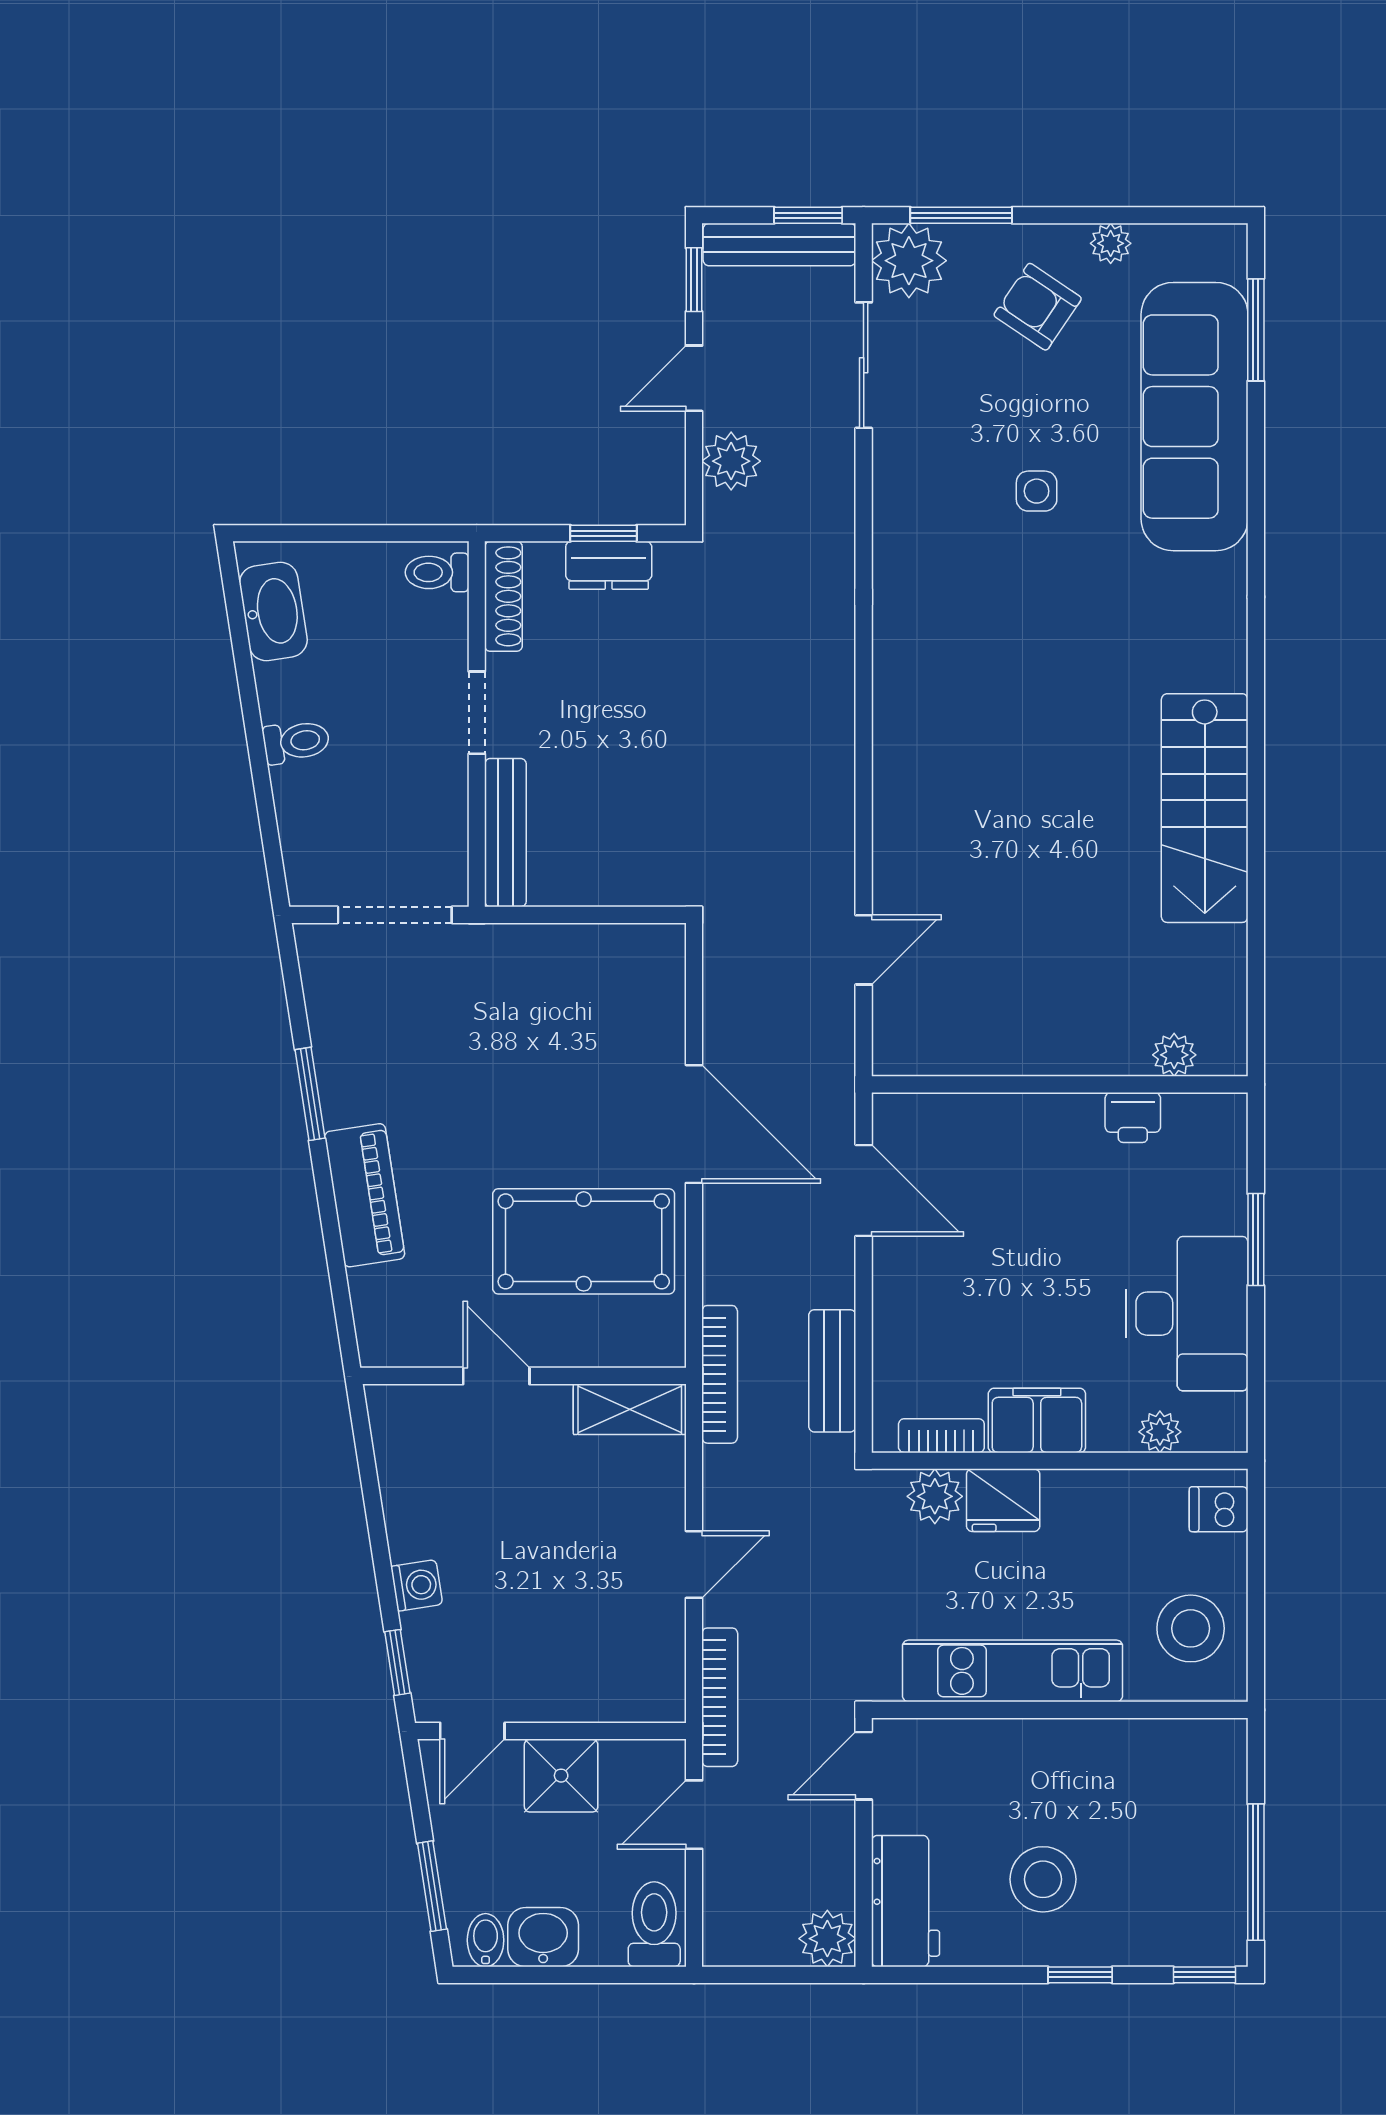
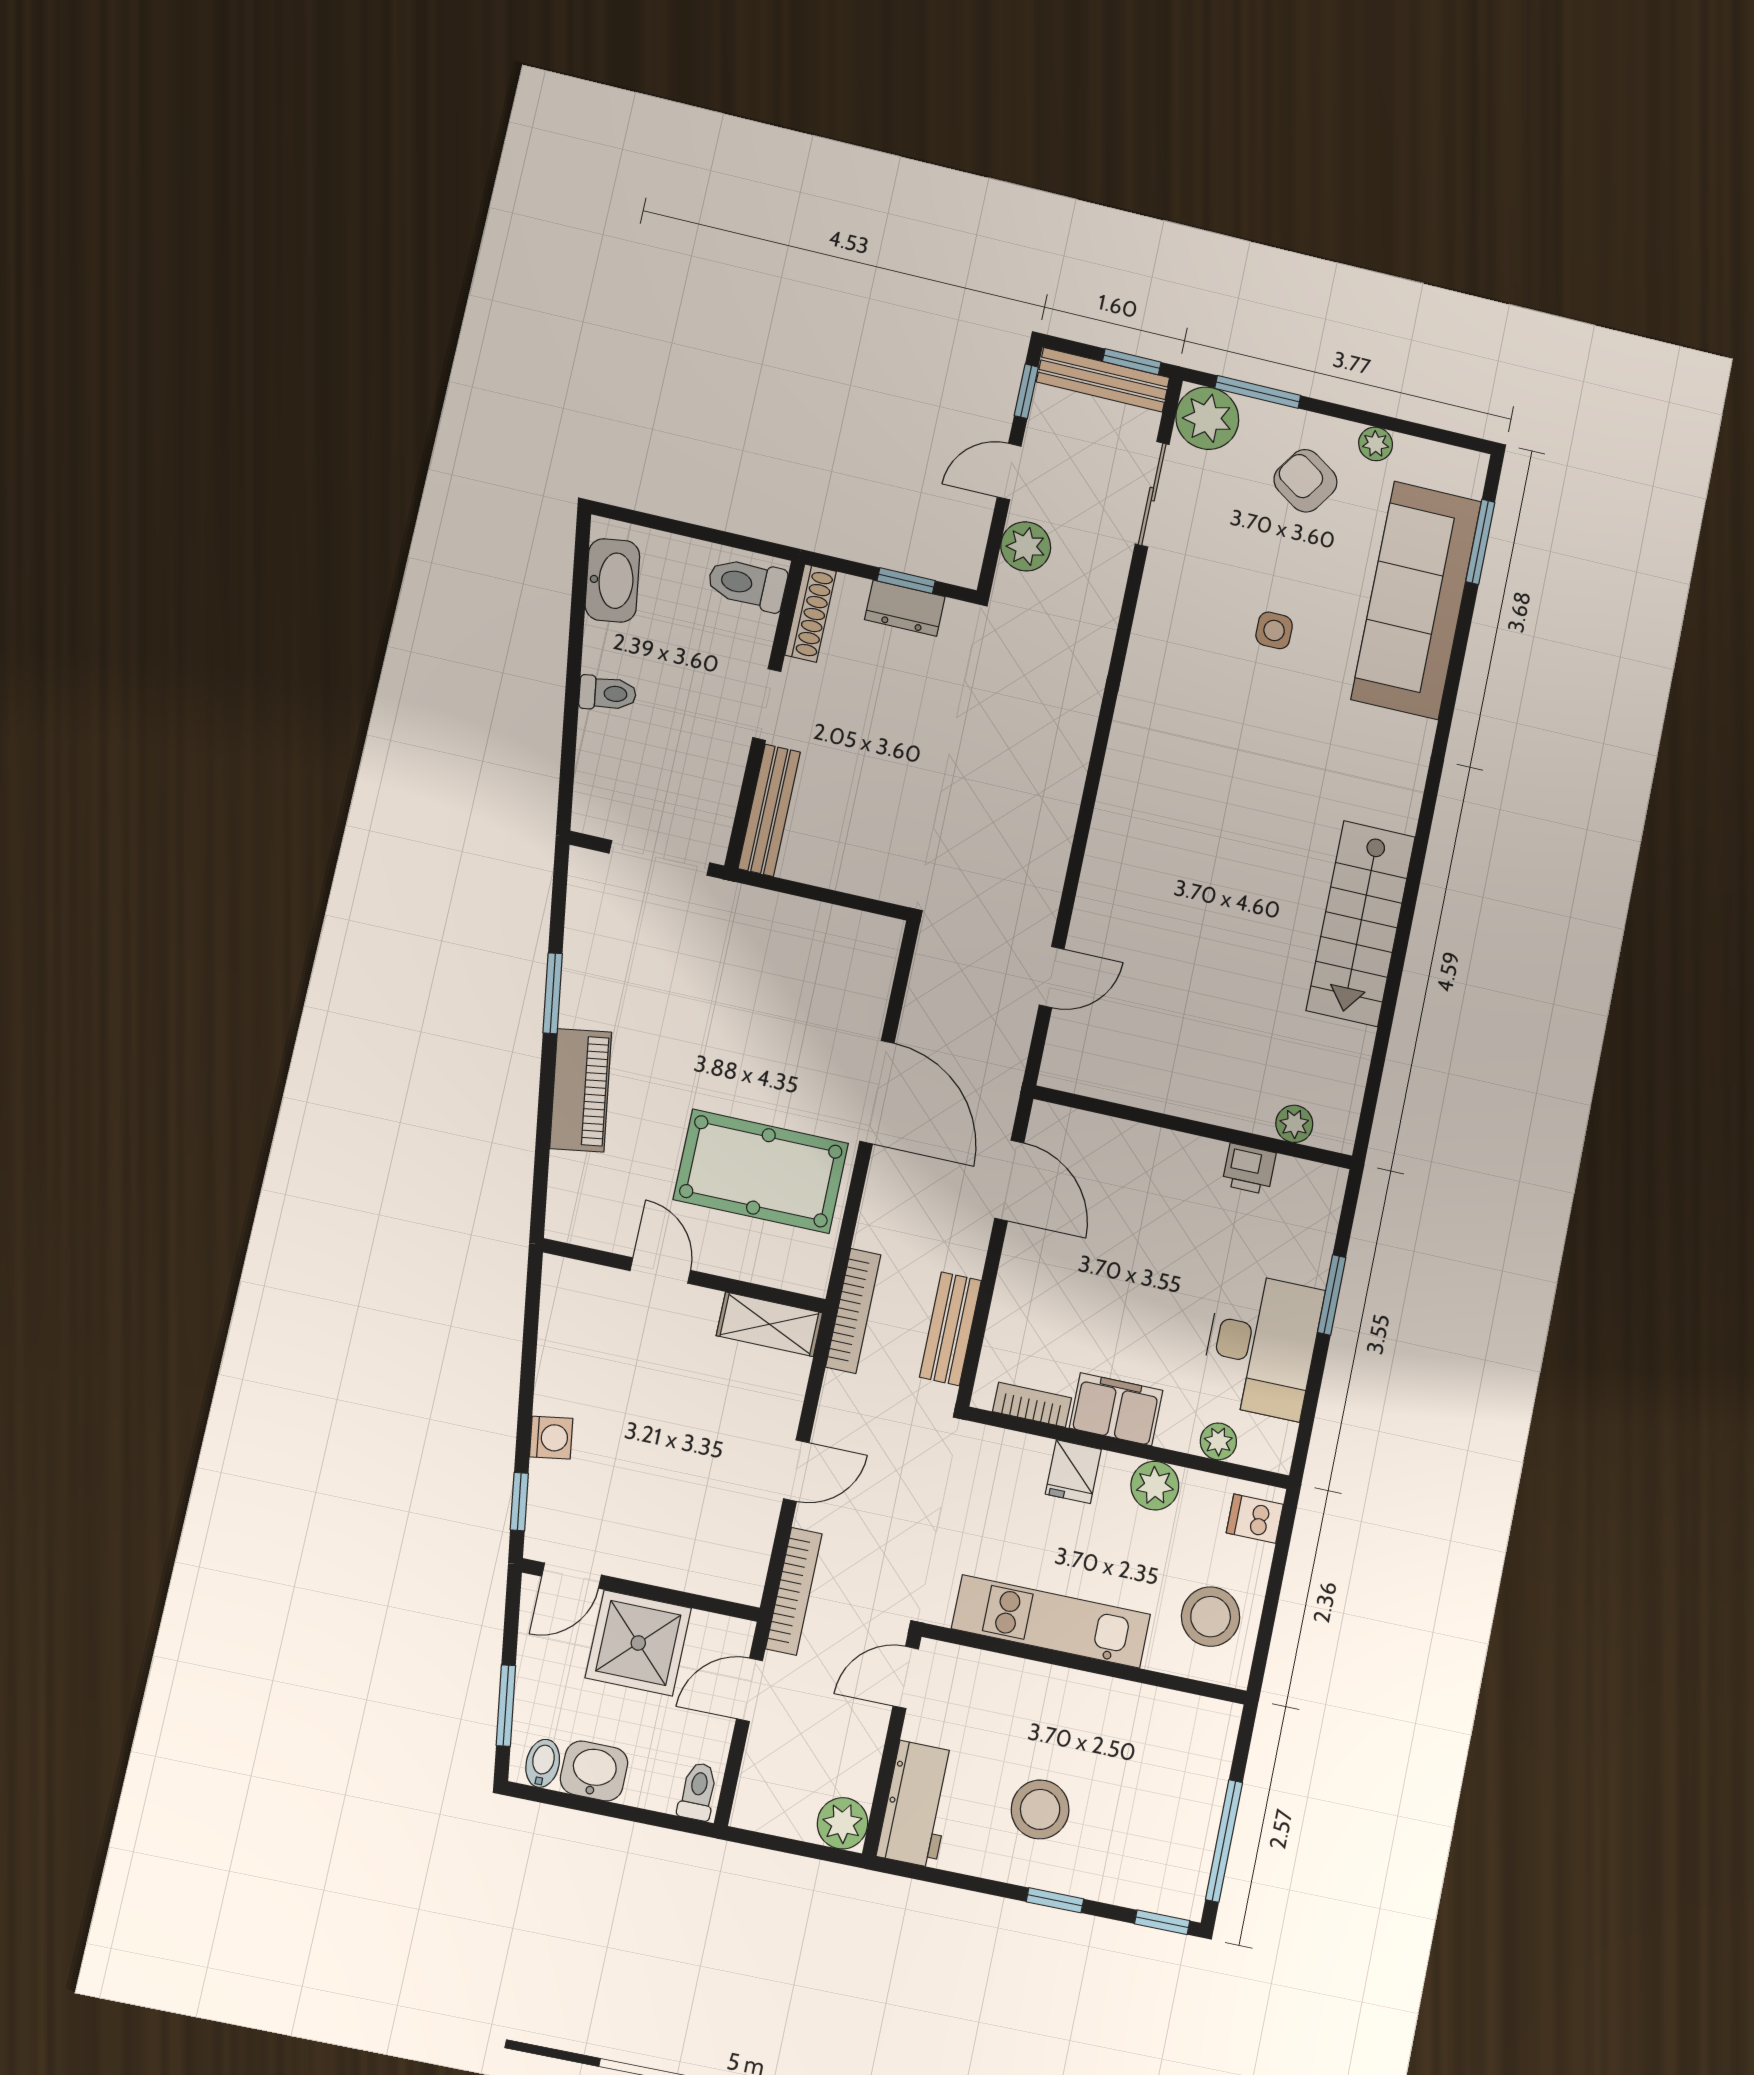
toilet: (437, 572) -> (747, 584), width x1.37, depth x1.39
plant: (935, 1496) -> (1155, 1486), moved
fridge: (1003, 1500) -> (1073, 1472), width x0.72
shower: (561, 1776) -> (638, 1643), width x1.36, depth x1.36
toilet: (654, 1924) -> (698, 1791), width x0.73, depth x0.72

